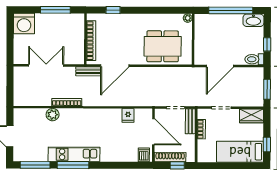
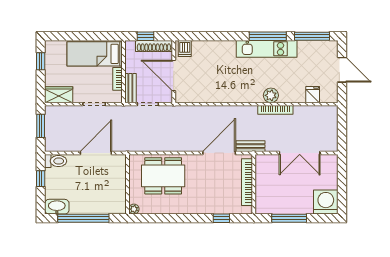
plant: (53, 115) -> (271, 95), moved
fridge: (128, 115) -> (313, 95), moved
bed: (240, 152) -> (95, 54), moved, turned 180

